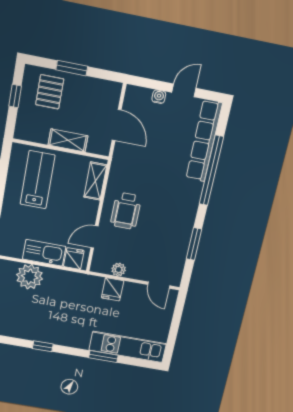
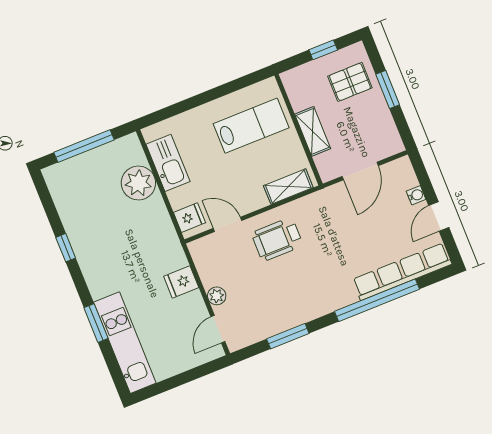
door: (184, 90) -> (439, 217), swing flipped
kitchen sink: (44, 253) -> (168, 163), moved
plant: (119, 269) -> (217, 296), moved

